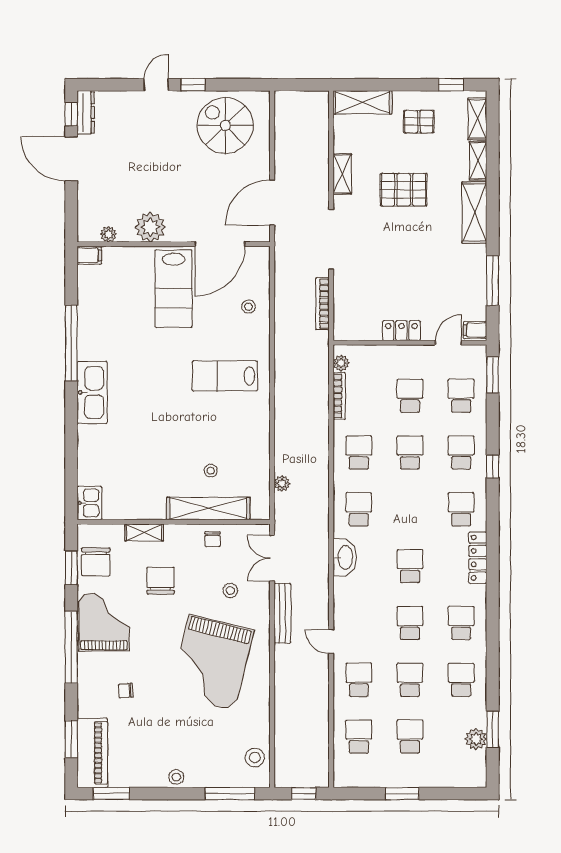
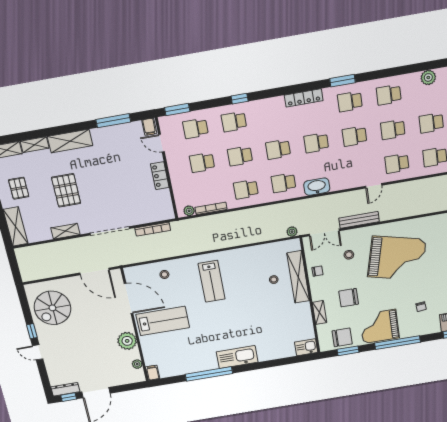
plant: (282, 483) -> (292, 232), moved
school desk: (461, 509) -> (278, 149), moved
window: (493, 729) -> (342, 81), moved

